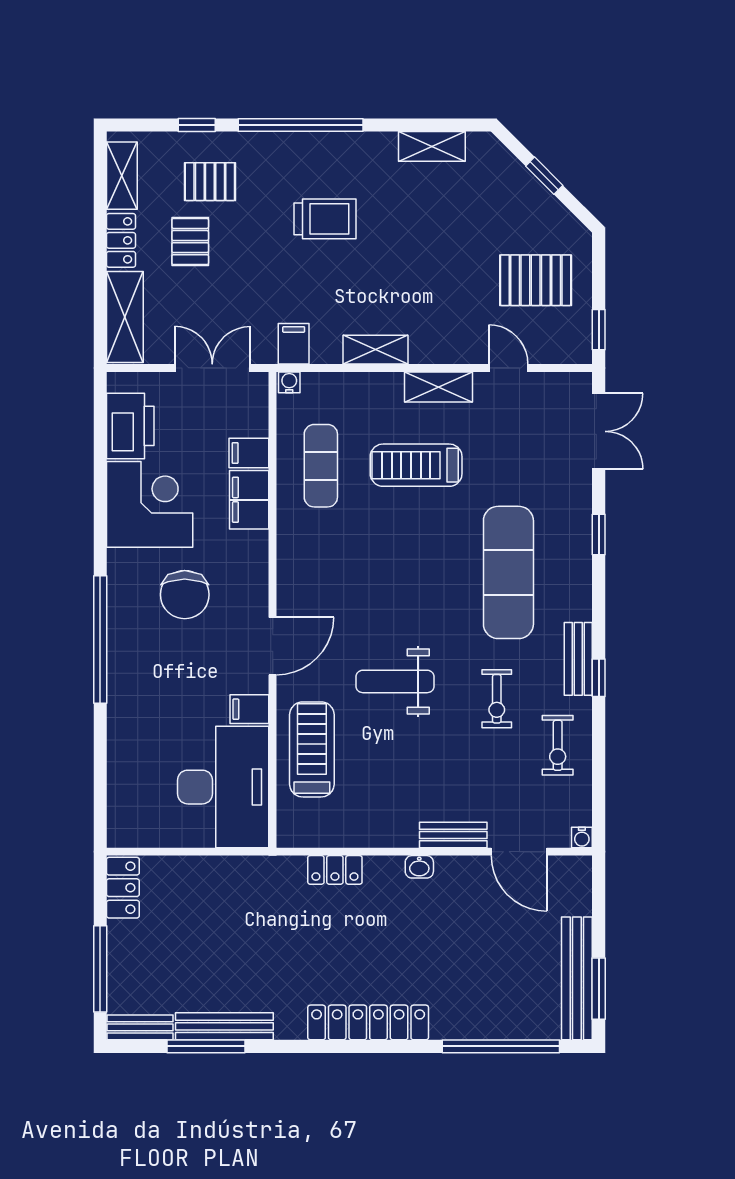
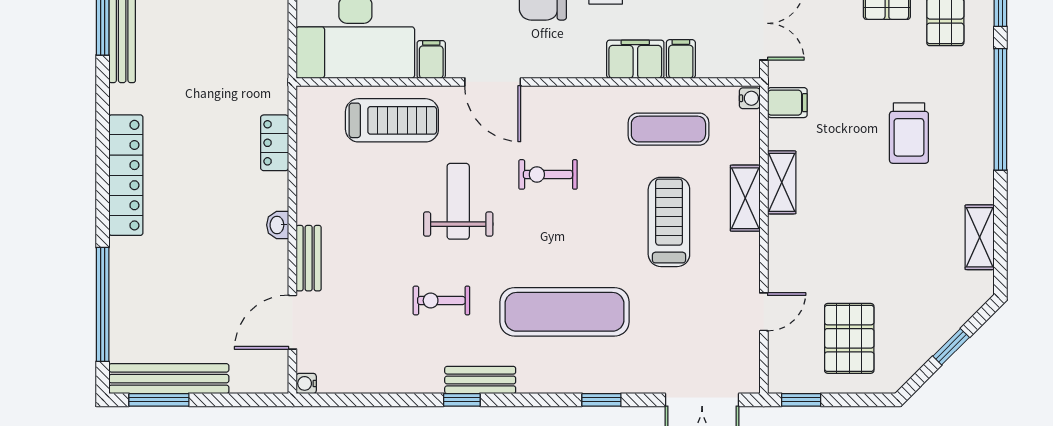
shelving: (438, 387) -> (745, 198), moved
exercise bike: (558, 745) -> (548, 174), moved

